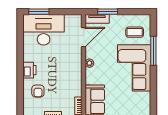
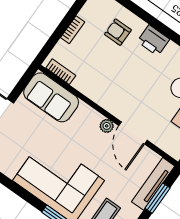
tv unit: (97, 19) -> (153, 184), width x1.41
door: (84, 37) -> (133, 133), moved

